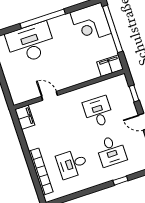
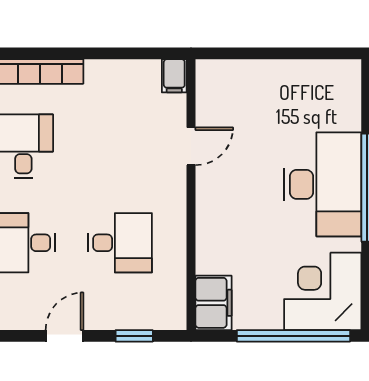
desk: (30, 43) -> (322, 184), moved
filing cabinet: (25, 117) -> (174, 76), width x0.50

